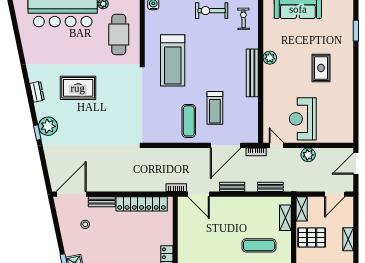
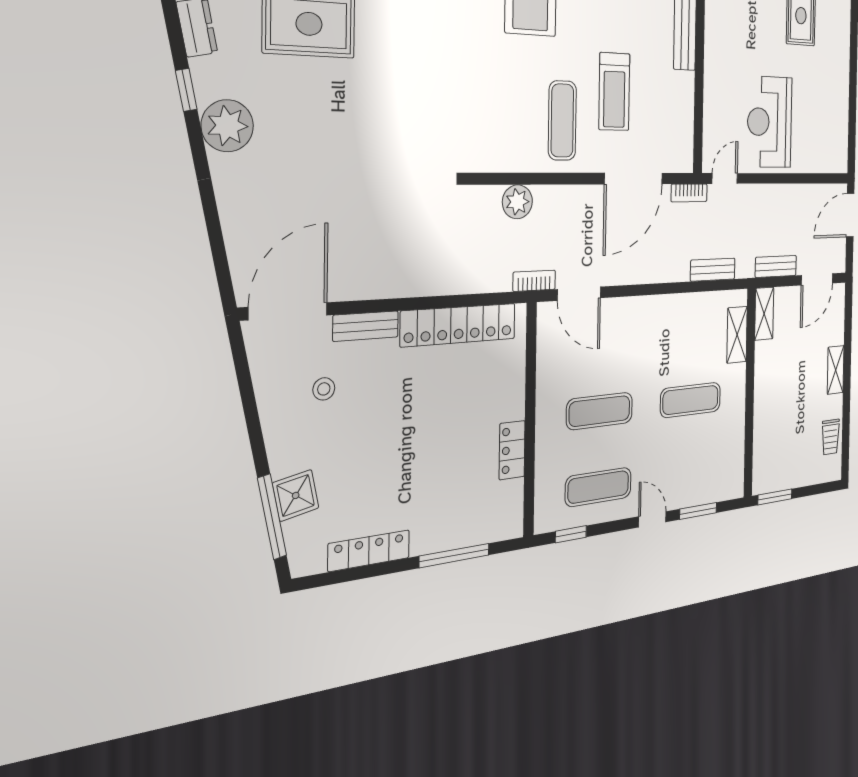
window: (37, 133) -> (186, 90), moved
door: (276, 145) -> (725, 178), hinge flipped
plant: (308, 155) -> (517, 202), moved
bench: (232, 187) -> (776, 266), moved
pallet: (312, 237) -> (779, 372), removed
exercise mat: (210, 245) -> (600, 411), added

